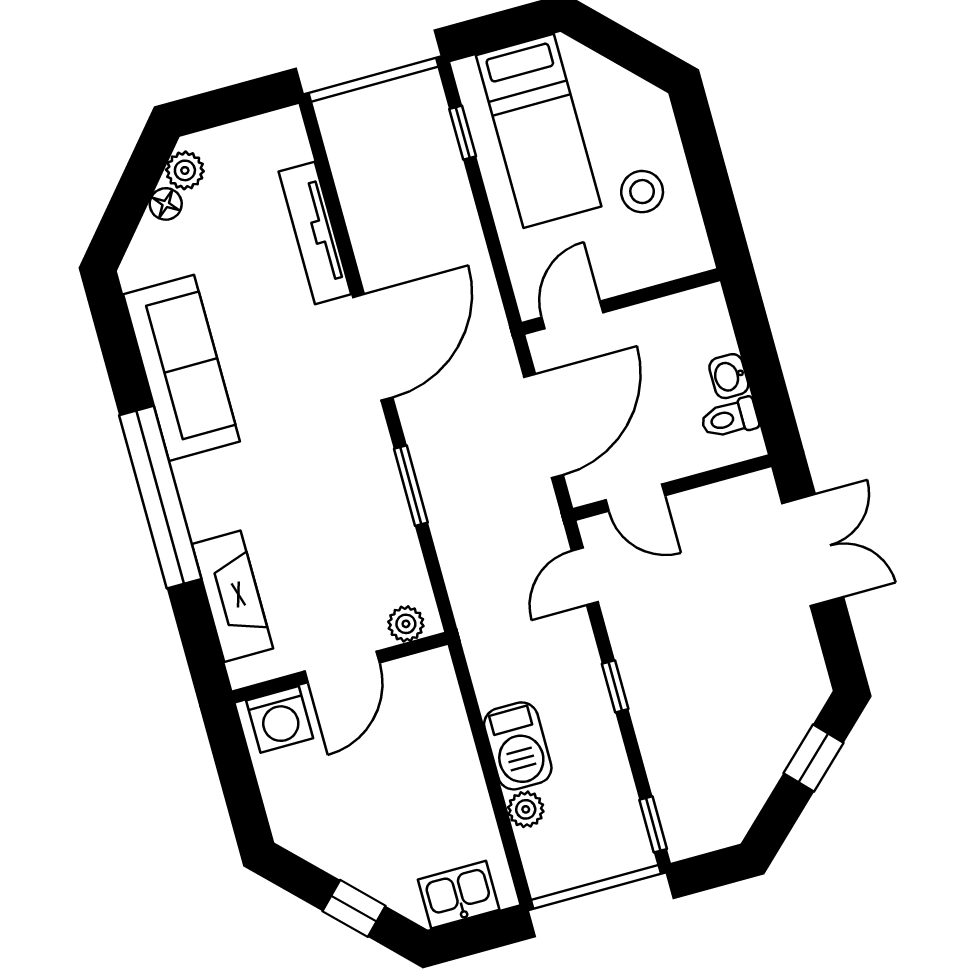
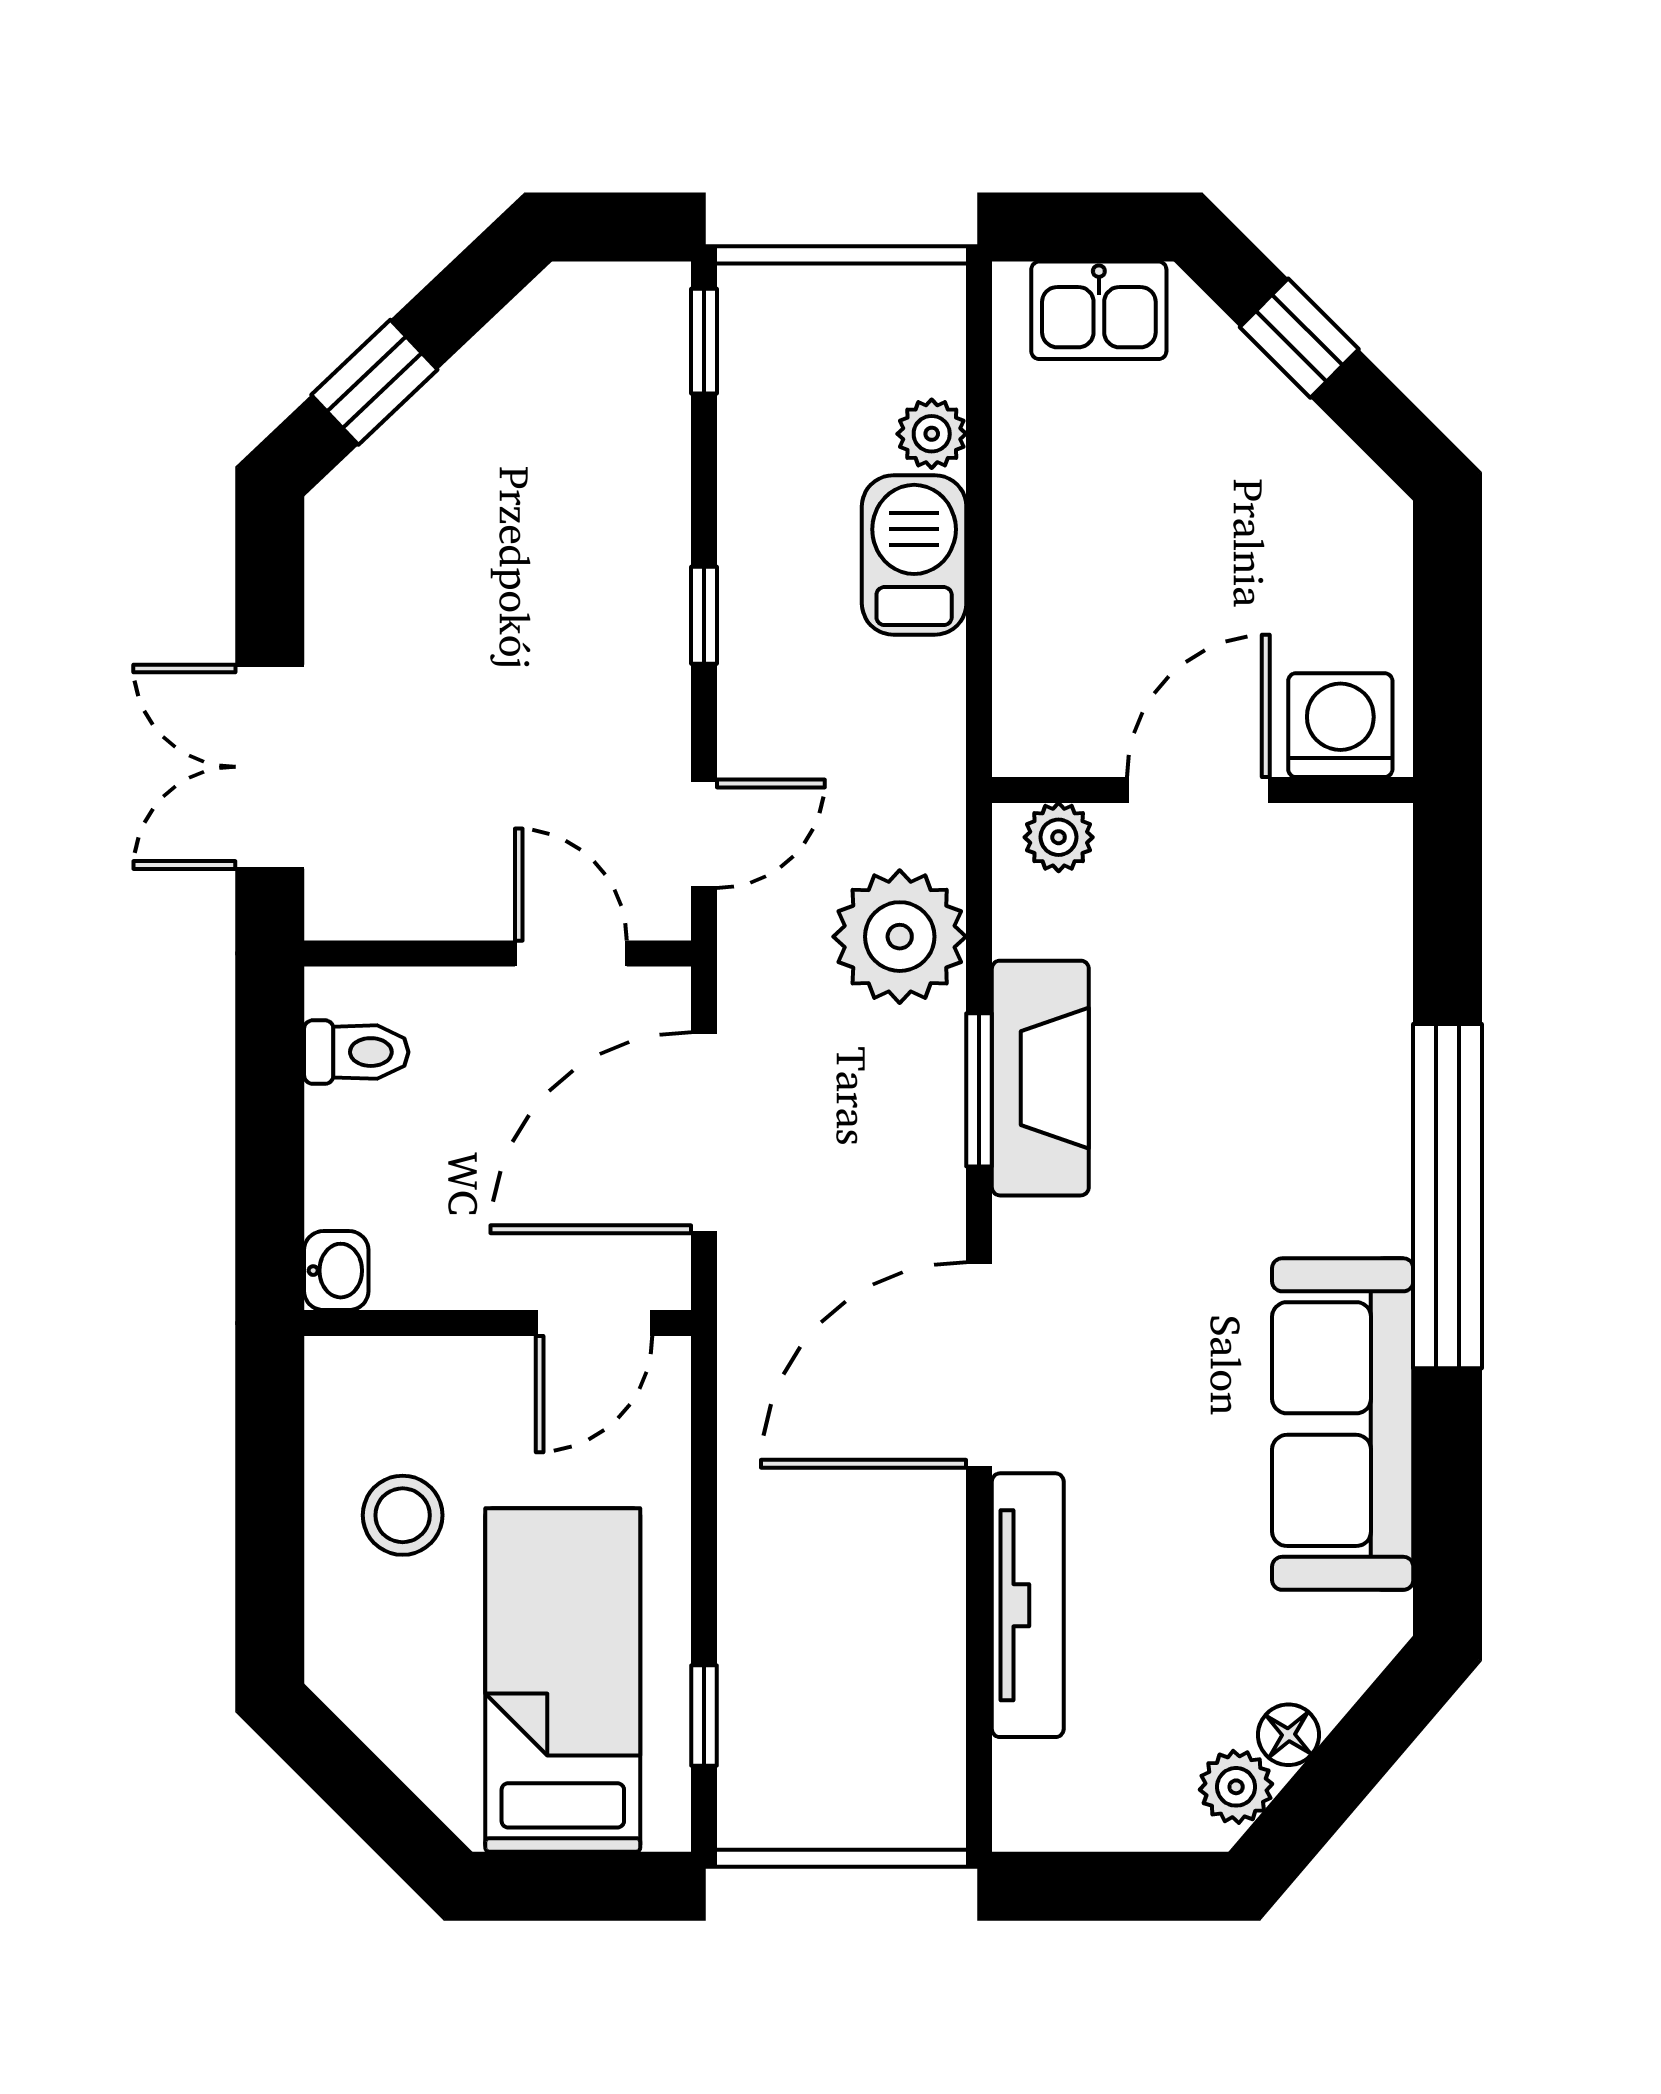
washbasin: (729, 376) -> (336, 1271), moved
plant: (472, 552) -> (900, 937), added
fireplace: (232, 596) -> (1040, 1078), moved, turned 180

